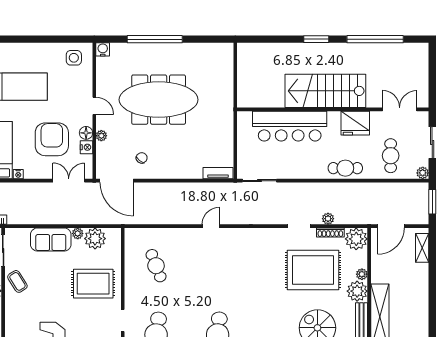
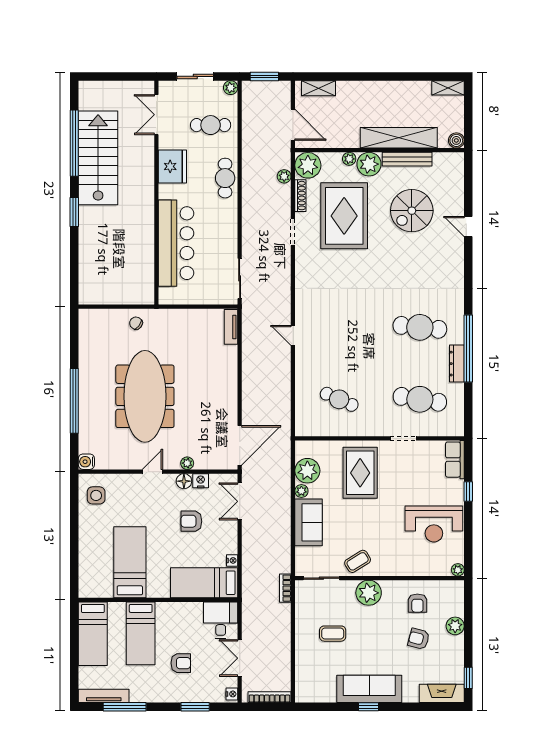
stairs: (325, 91) -> (98, 158), moved, turned 180
armchair: (52, 139) -> (191, 521), width x0.53, depth x0.53
chair: (142, 158) -> (136, 323), moved
plant: (328, 219) -> (284, 176), moved
cafe table: (156, 266) -> (339, 399), turned 45

